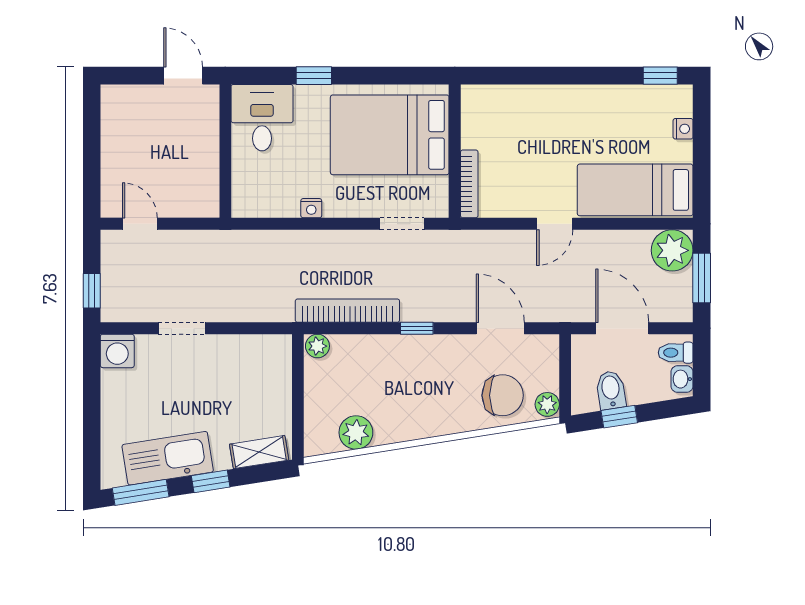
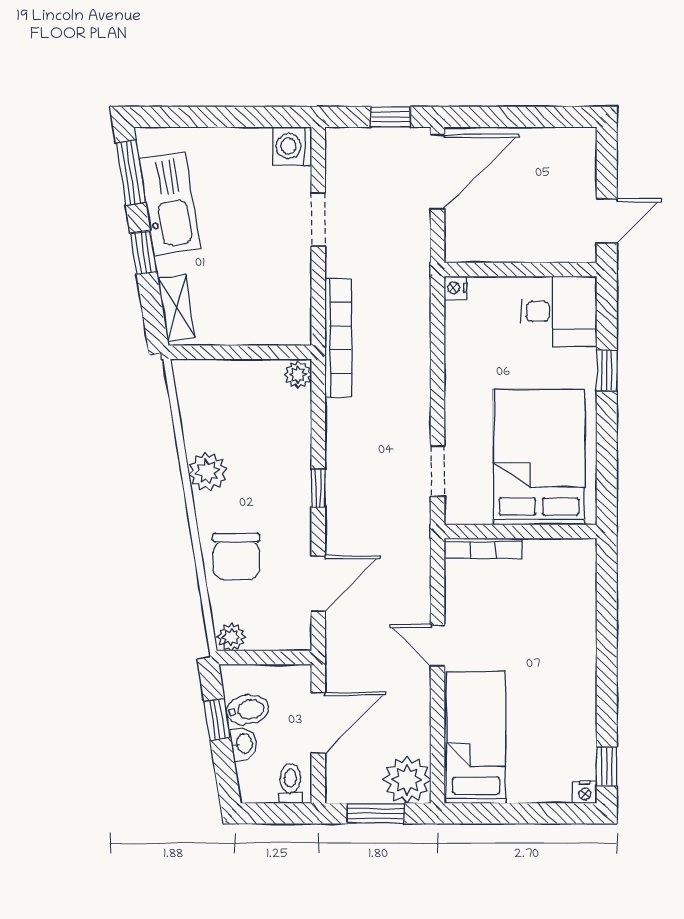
nightstand: (683, 129) -> (585, 792), moved
nightstand: (311, 208) -> (455, 288), moved
door: (140, 224) -> (438, 172), width x1.88
window: (92, 291) -> (391, 117), moved
bookcase: (347, 311) -> (338, 338), moved
washbasin: (682, 379) -> (244, 744), moved, turned 81
chair: (503, 395) -> (236, 556), moved
plant: (356, 432) -> (208, 472), moved

